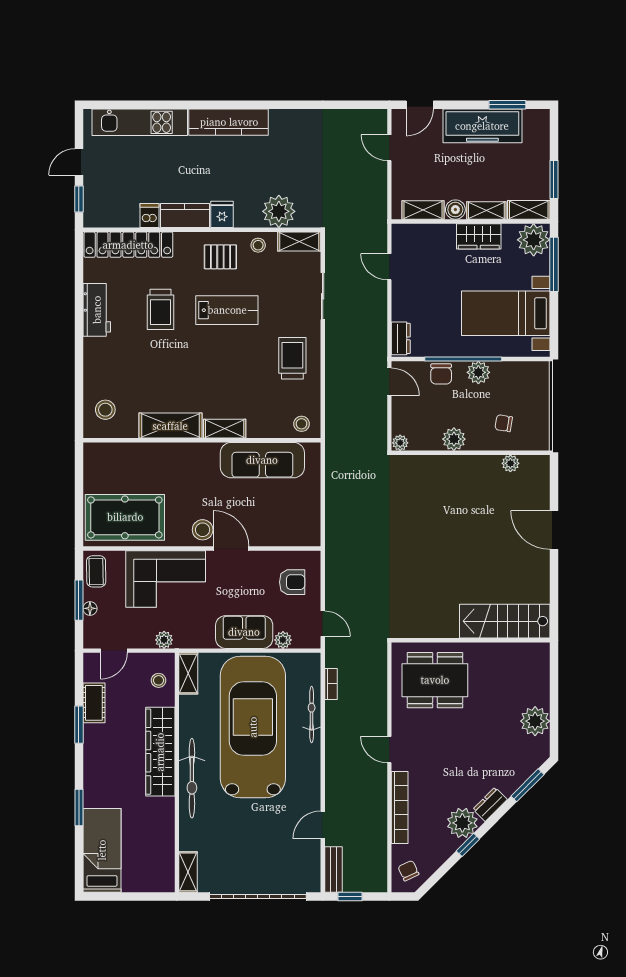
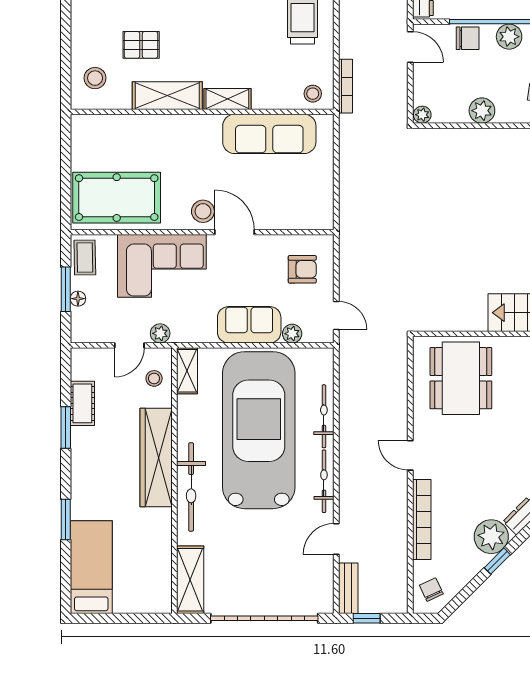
chair: (441, 374) -> (468, 38), turned -90
pallet: (147, 380) -> (141, 45), added
door: (114, 651) -> (129, 345), moved
dining table: (435, 680) -> (461, 378), turned 90
bookcase: (331, 684) -> (345, 86), moved, width x1.56
bicycle: (312, 773) -> (324, 481), added
shelving: (188, 872) -> (190, 580), width x1.50, depth x1.33

